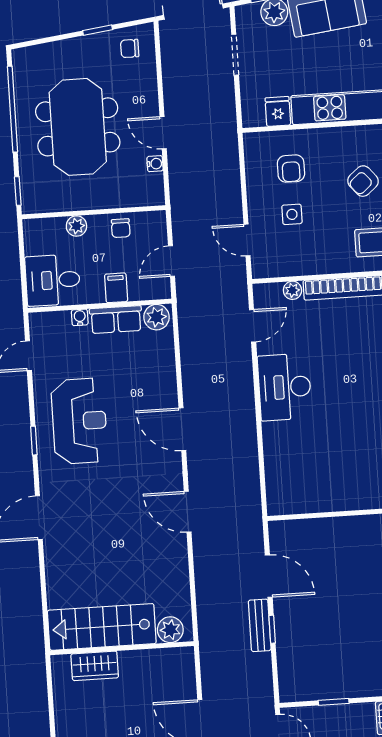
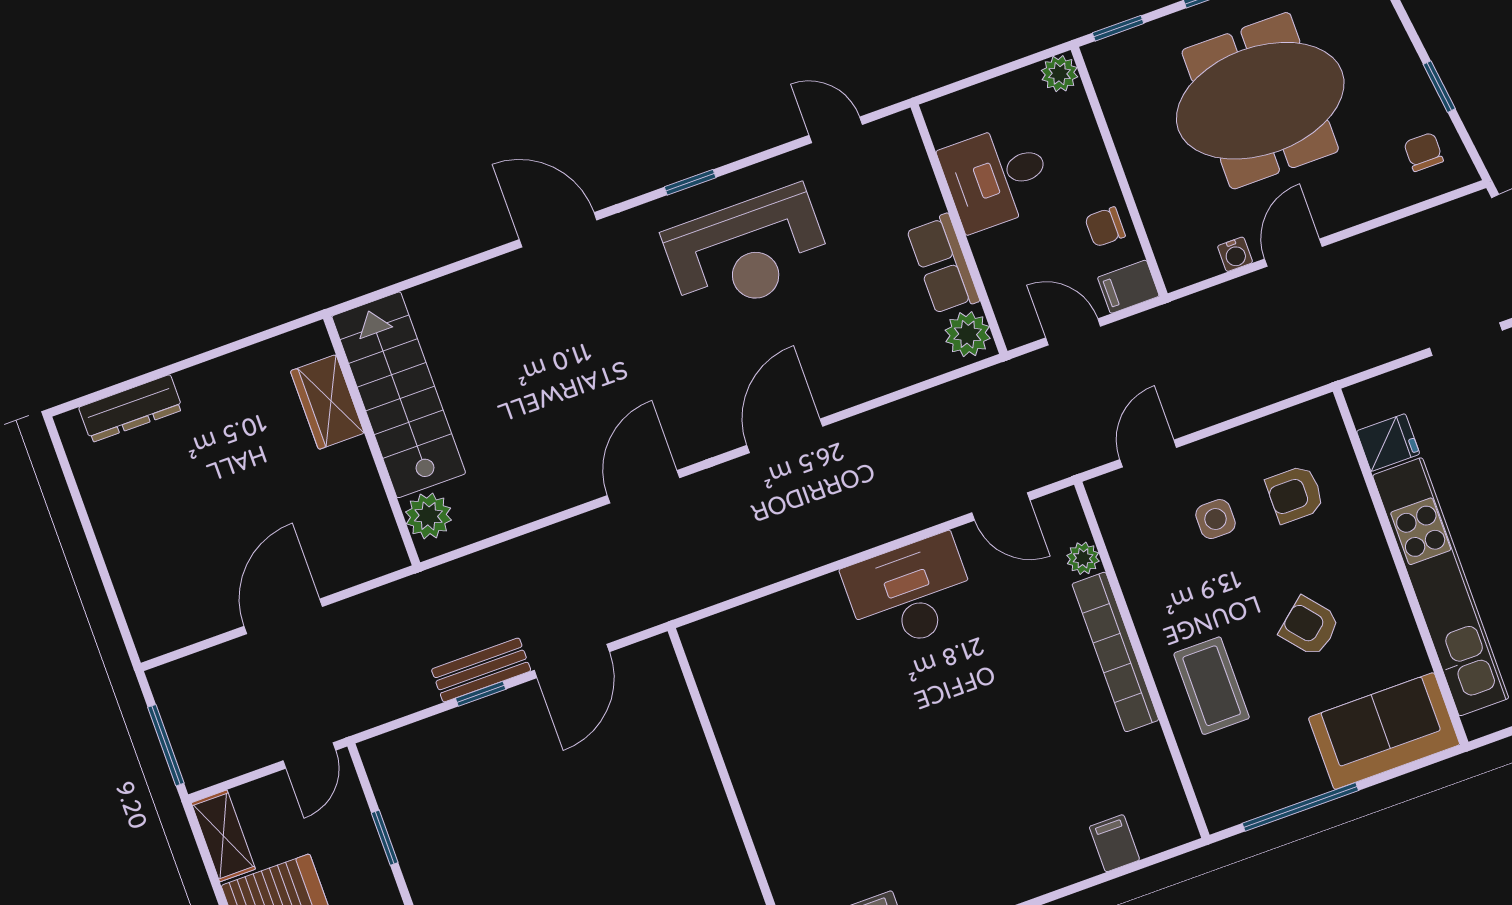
plant: (76, 226) -> (1060, 74), moved
desk: (53, 280) -> (997, 177), moved, turned -90
filing cabinet: (116, 288) -> (1128, 287), moved, turned 180
water cooler: (80, 317) -> (929, 200), removed

